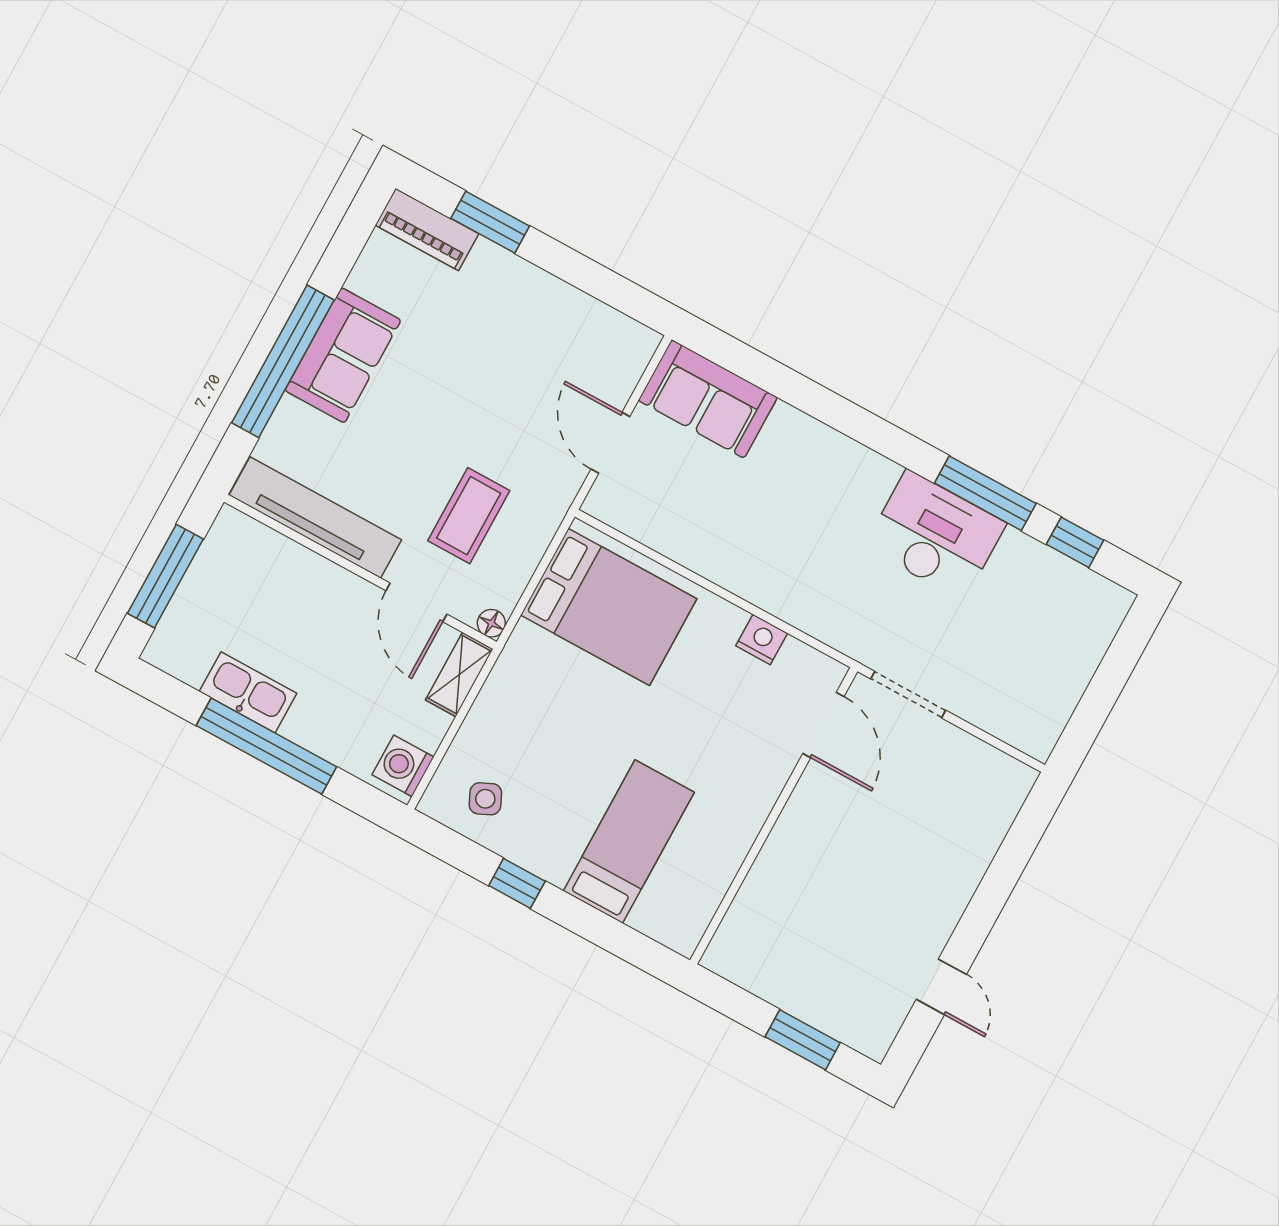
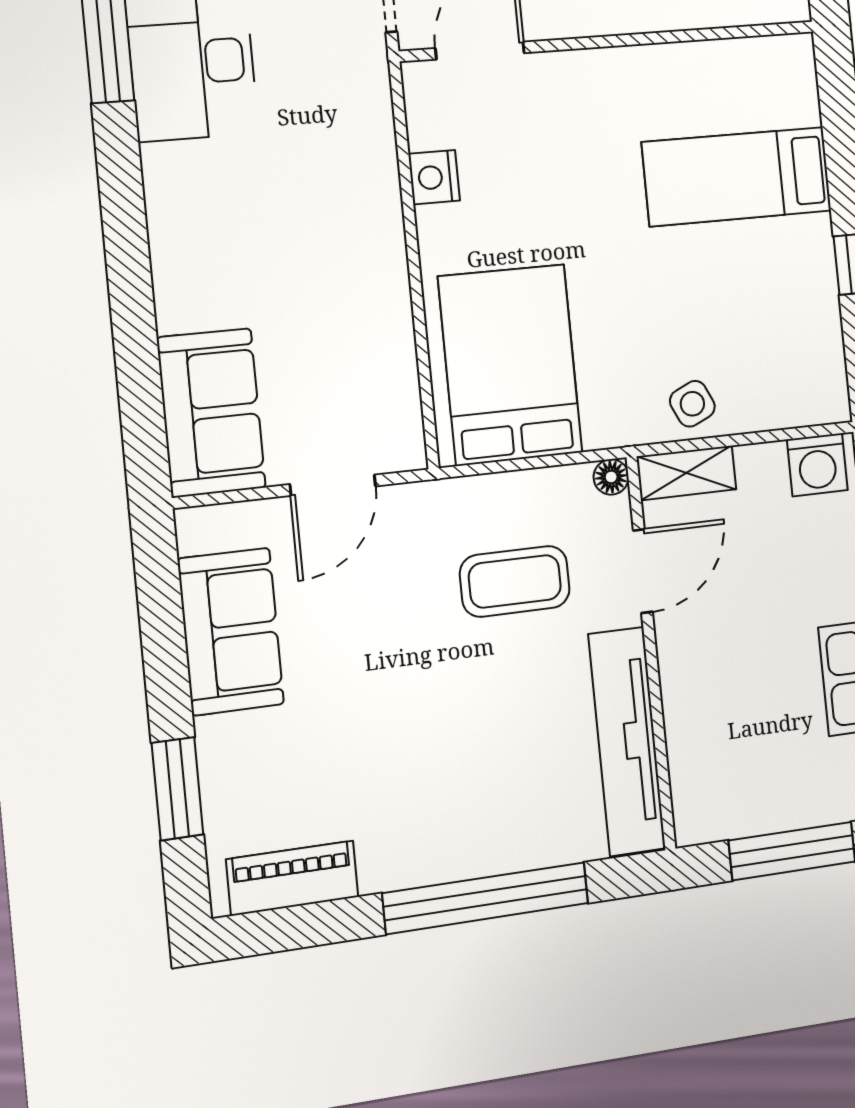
piano: (427, 230) -> (292, 878), moved, turned -90
sofa: (343, 355) -> (231, 631), moved, turned 90
side table: (485, 799) -> (692, 404), moved

